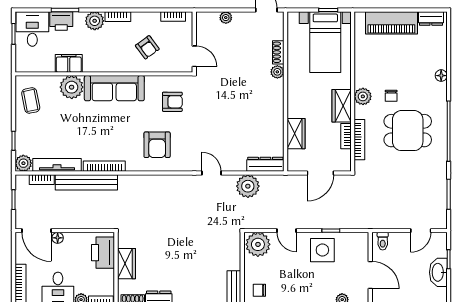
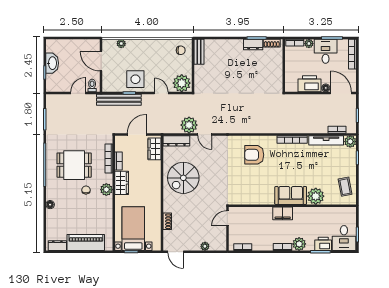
armchair: (147, 47) -> (261, 225), removed
door: (194, 56) -> (227, 218), hinge flipped
filing cabinet: (69, 63) -> (283, 213), moved
plant: (277, 72) -> (168, 207), removed
sofa: (114, 88) -> (291, 195), width x0.73
armchair: (172, 102) -> (243, 186), removed
spiral stairs: (256, 113) -> (183, 178), added
wardrobe: (296, 134) -> (154, 149), moved
armchair: (157, 145) -> (254, 155), turned -90
door: (211, 173) -> (205, 134), moved
bench: (86, 182) -> (119, 100), moved
door: (421, 231) -> (78, 93), moved
printer: (103, 253) -> (309, 84), moved, turned -90
wardrobe: (126, 264) -> (276, 69), removed

